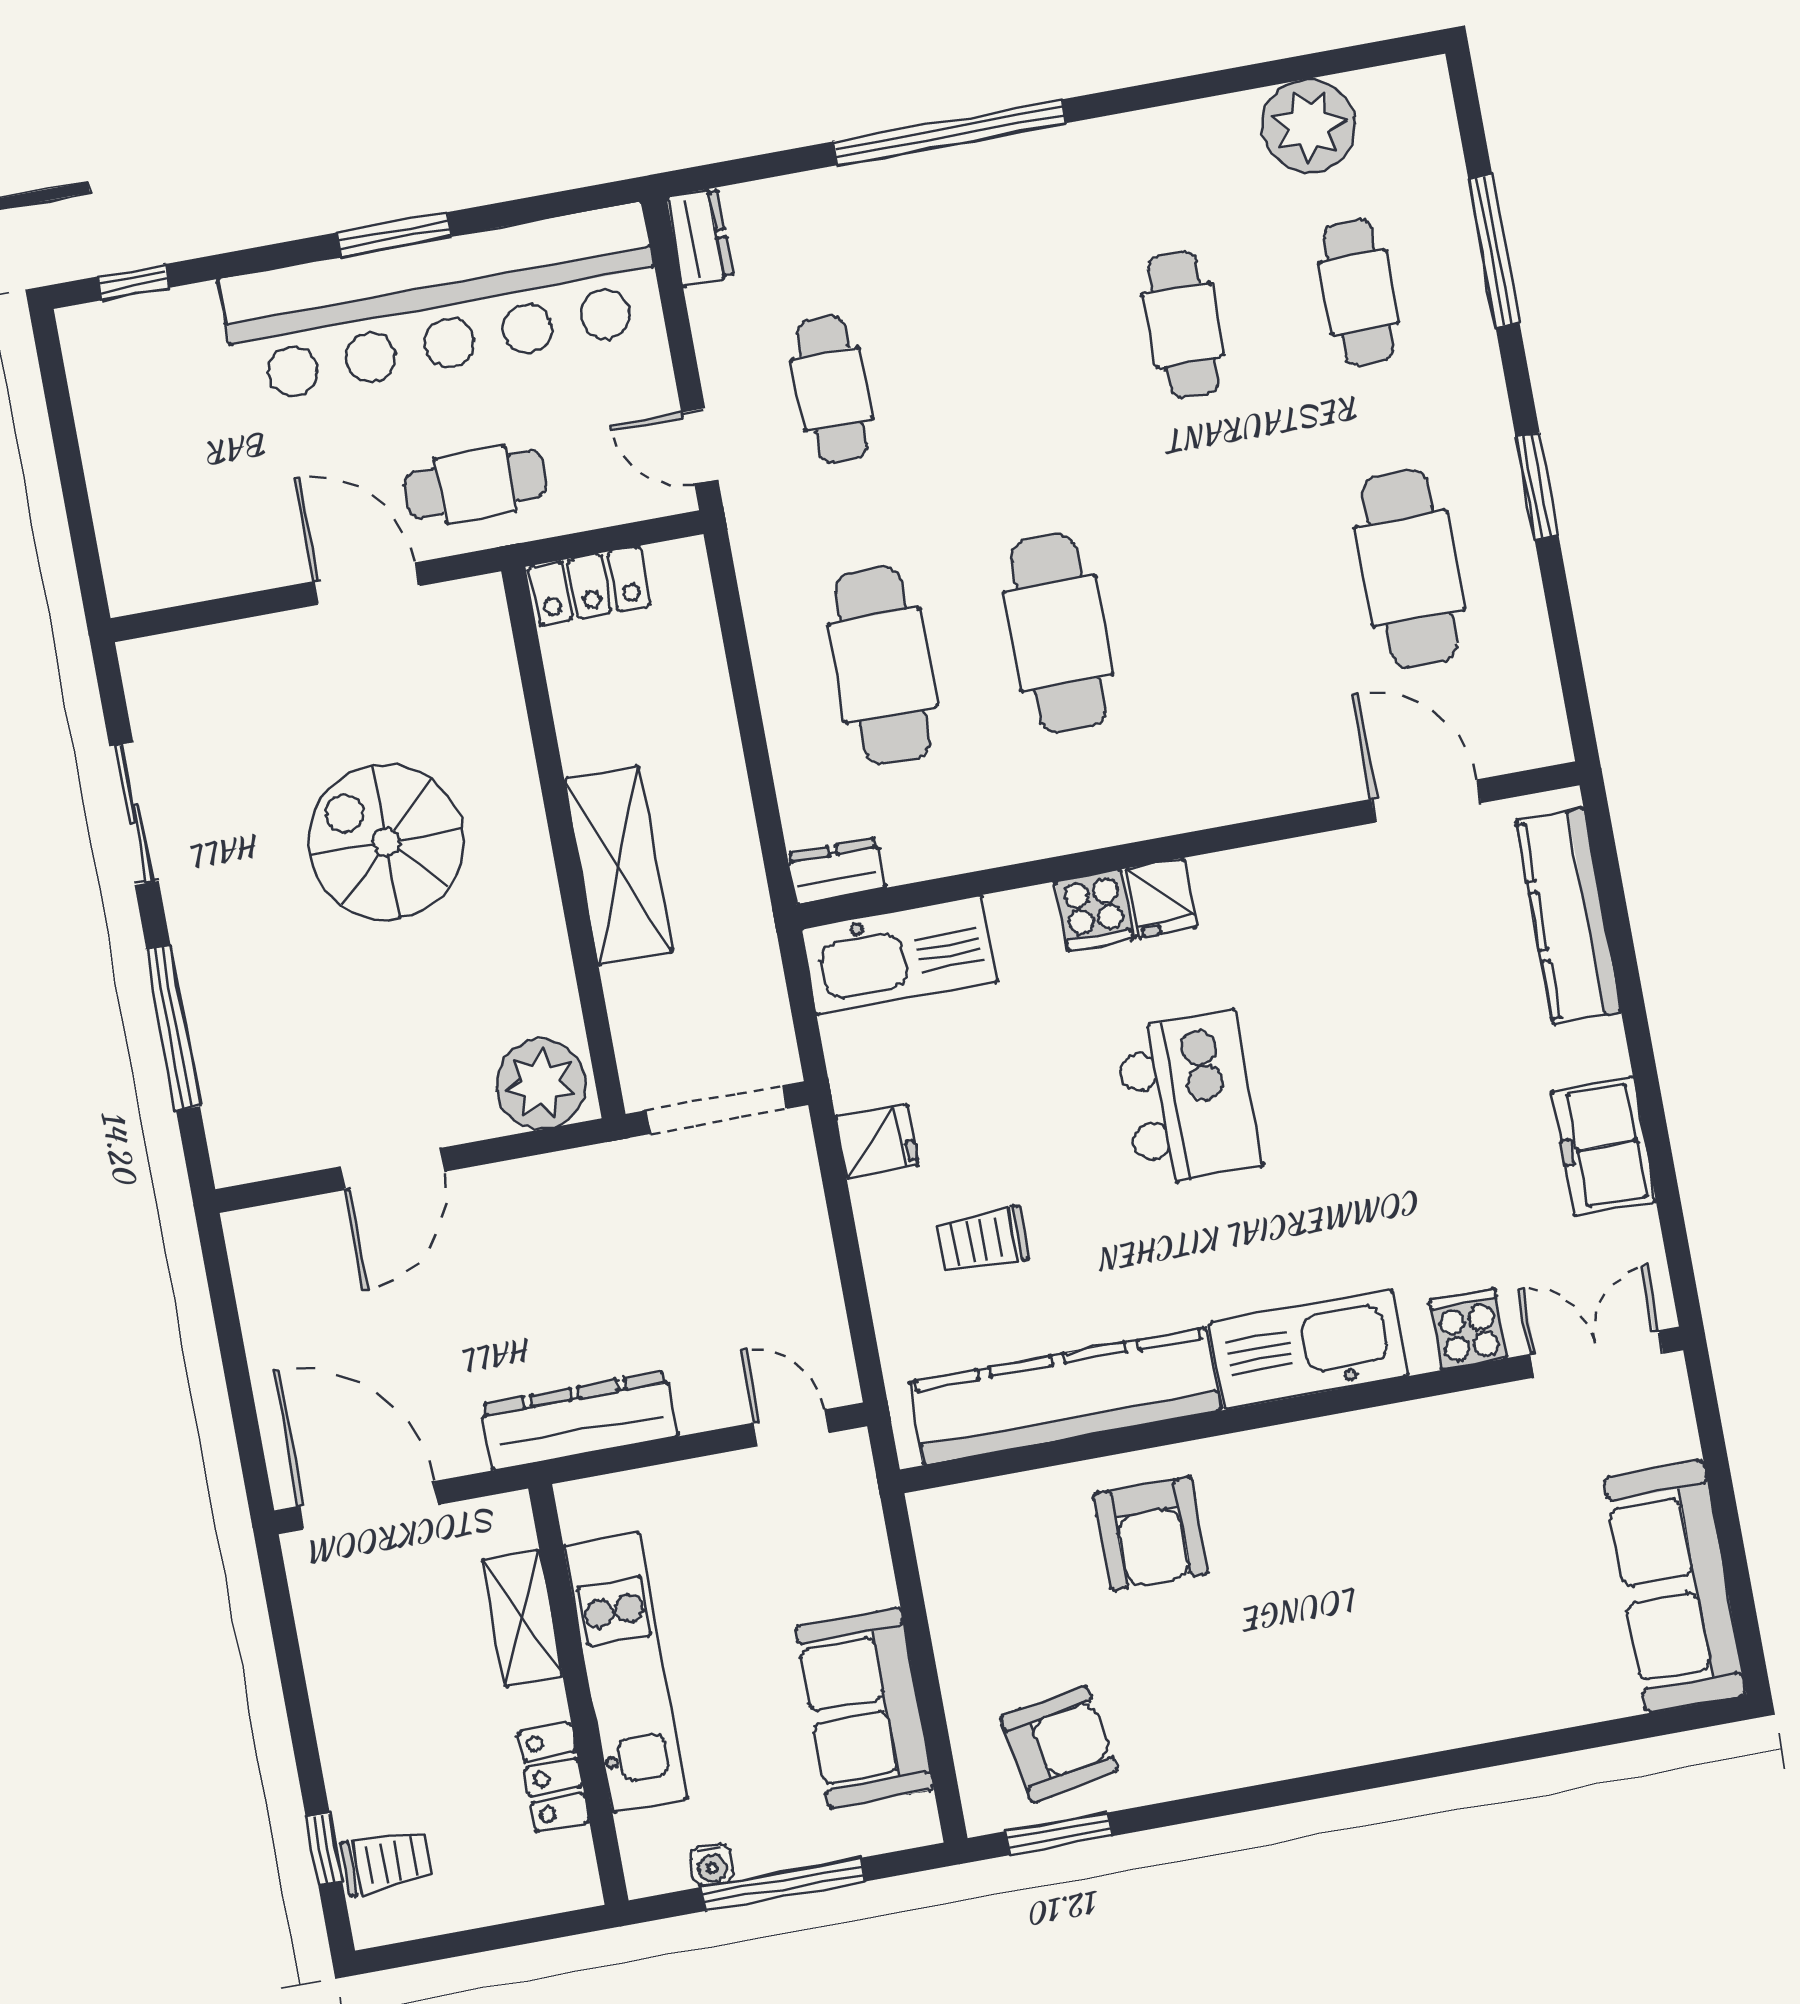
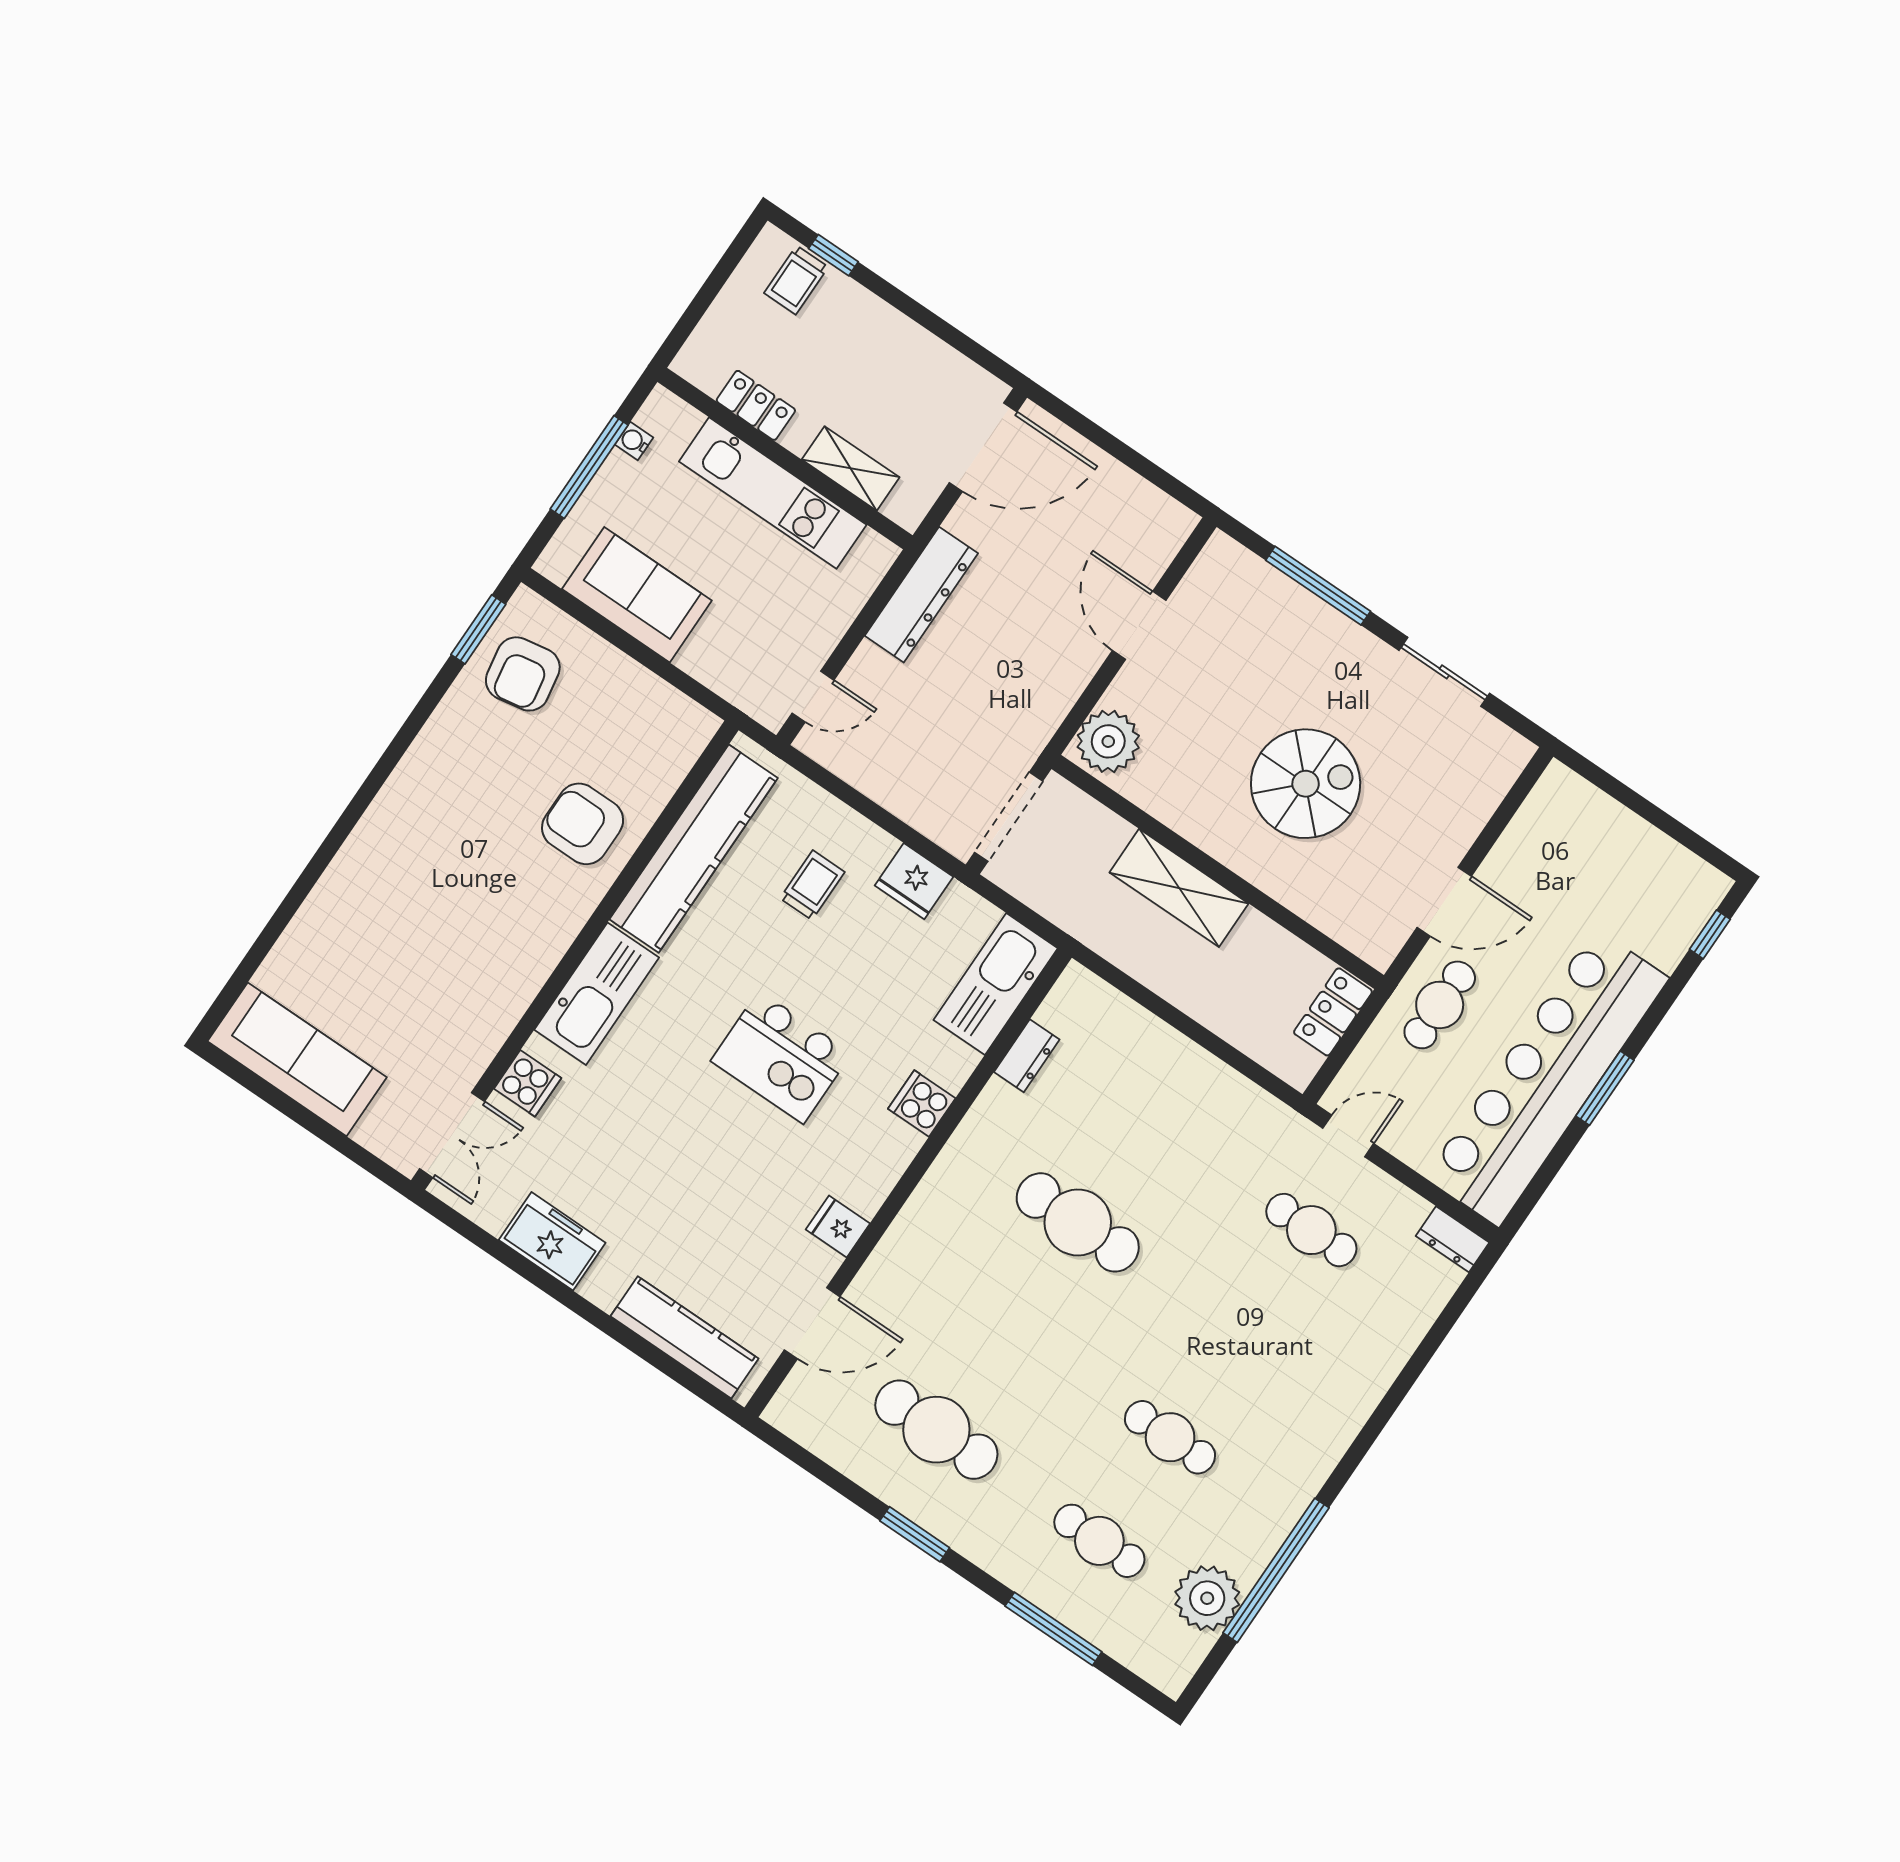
window: (950, 132) -> (1276, 1570), moved
cafe table: (883, 665) -> (1148, 1119), removed
dresser: (836, 871) -> (1027, 1056), moved
fridge: (1161, 898) -> (838, 1227), moved
fridge: (877, 1141) -> (914, 881), width x1.38

